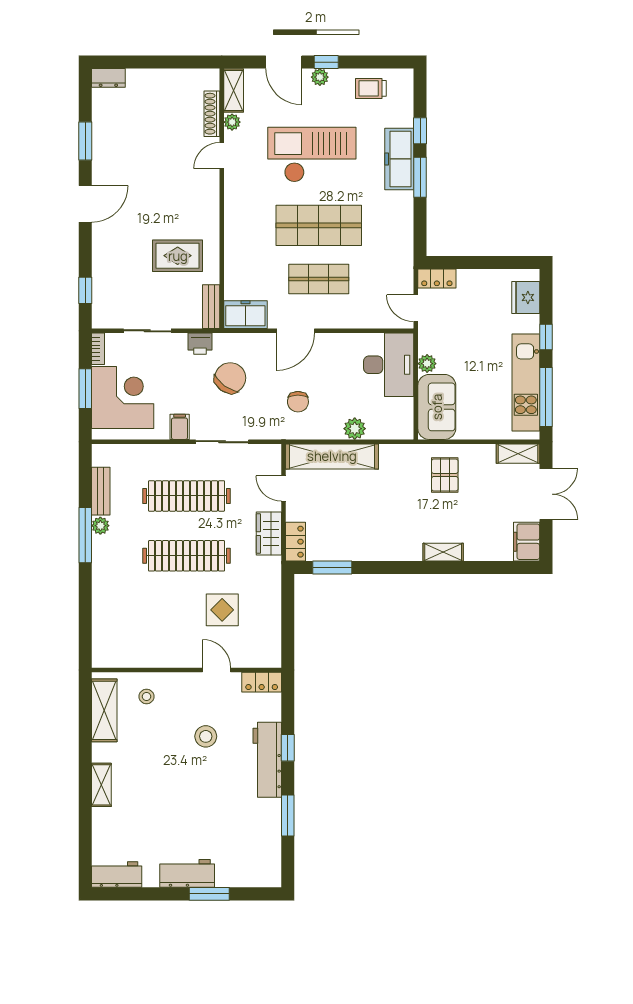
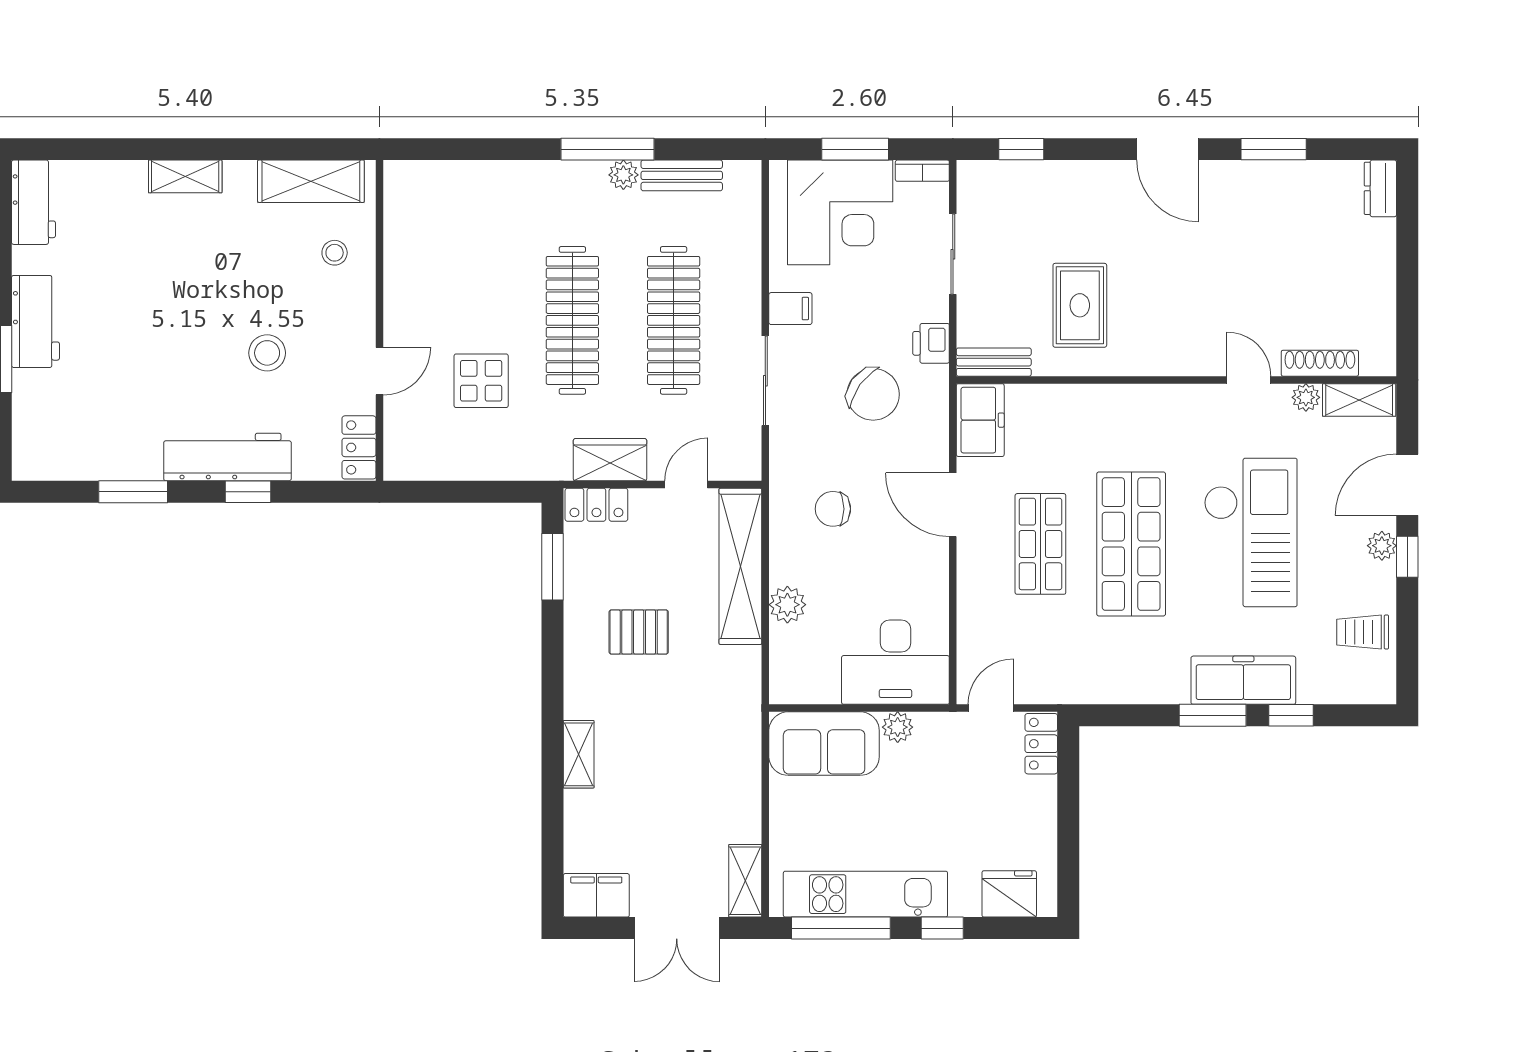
trolley: (371, 88) -> (1363, 632), turned -90
pallet: (445, 475) -> (639, 632), moved

